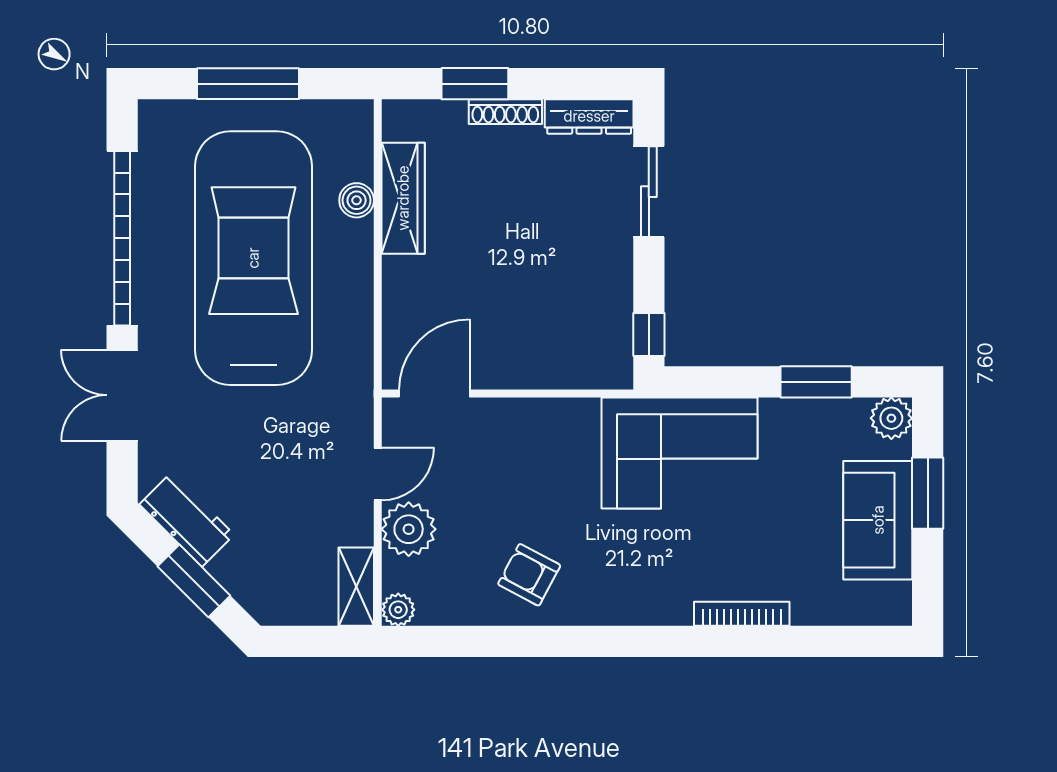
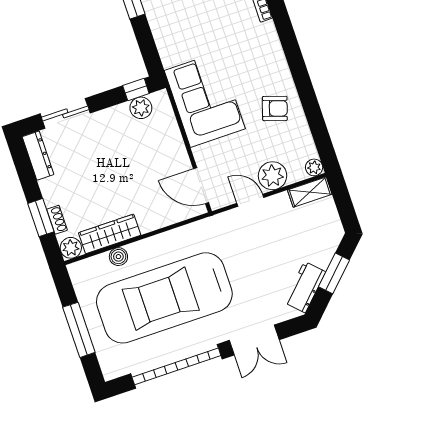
shoe rack: (505, 112) -> (57, 220), moved, width x0.70
plant: (402, 119) -> (71, 248), added
plant: (612, 332) -> (141, 108), added
corner sofa: (680, 453) -> (205, 100), moved
armchair: (529, 575) -> (275, 108), turned -100

